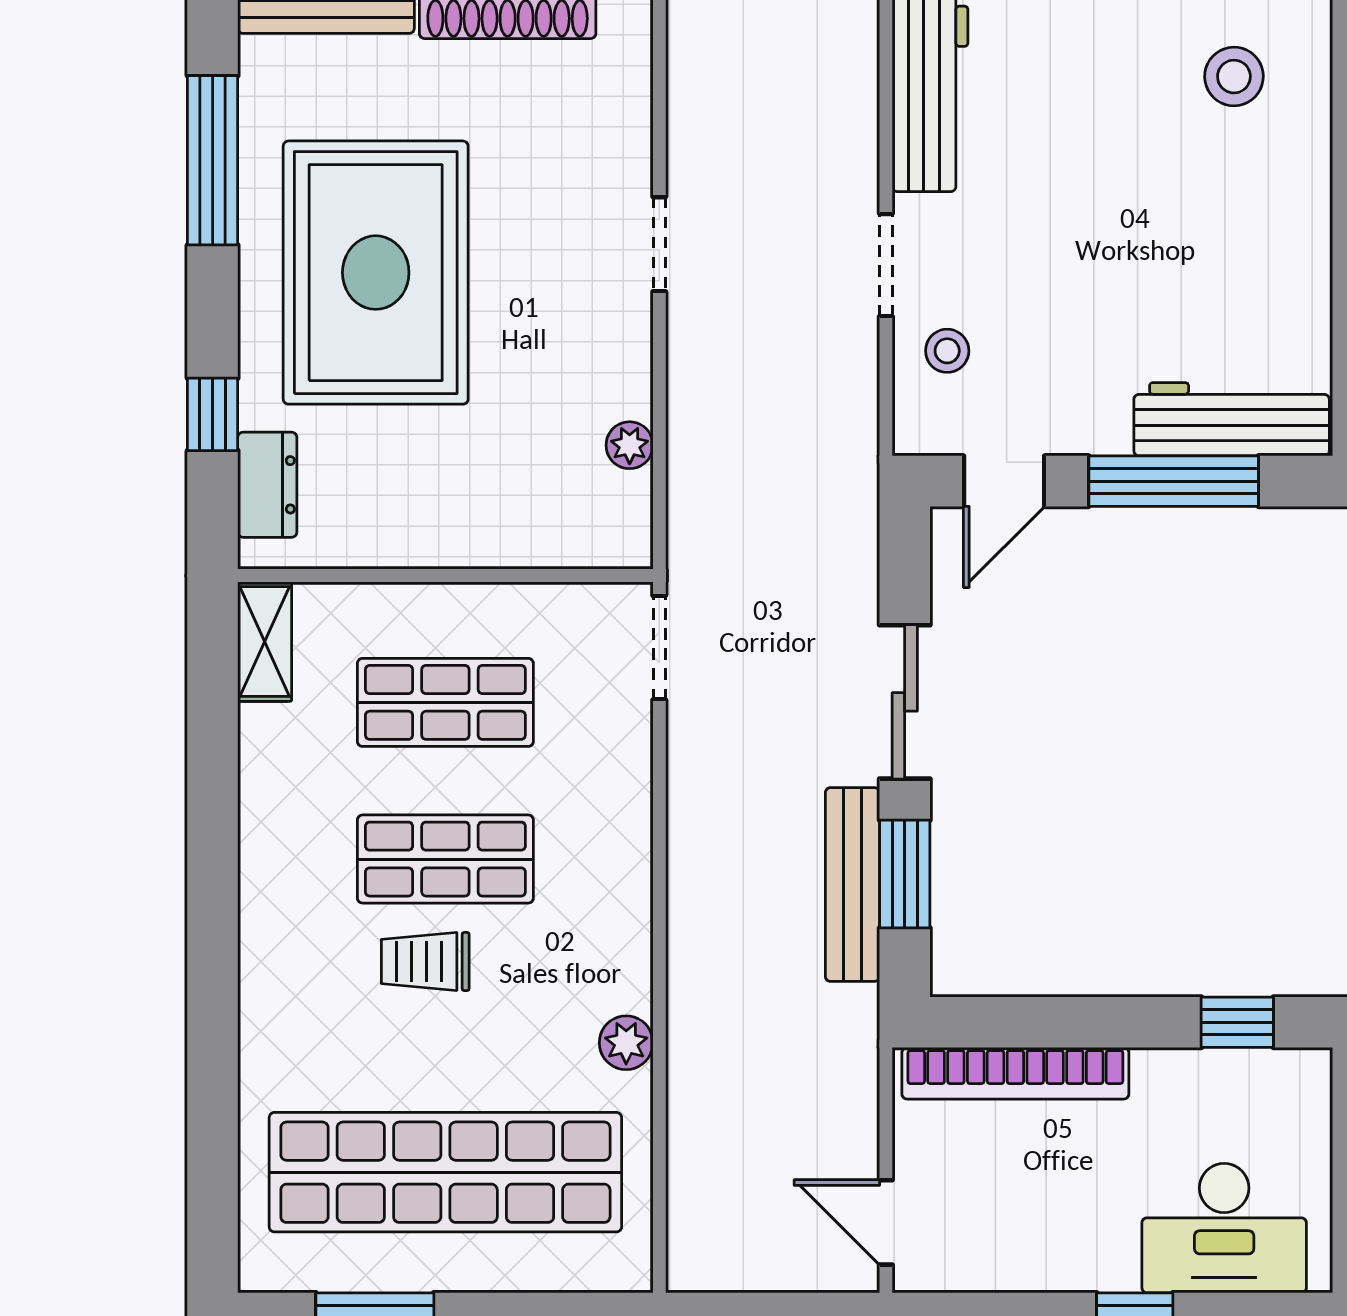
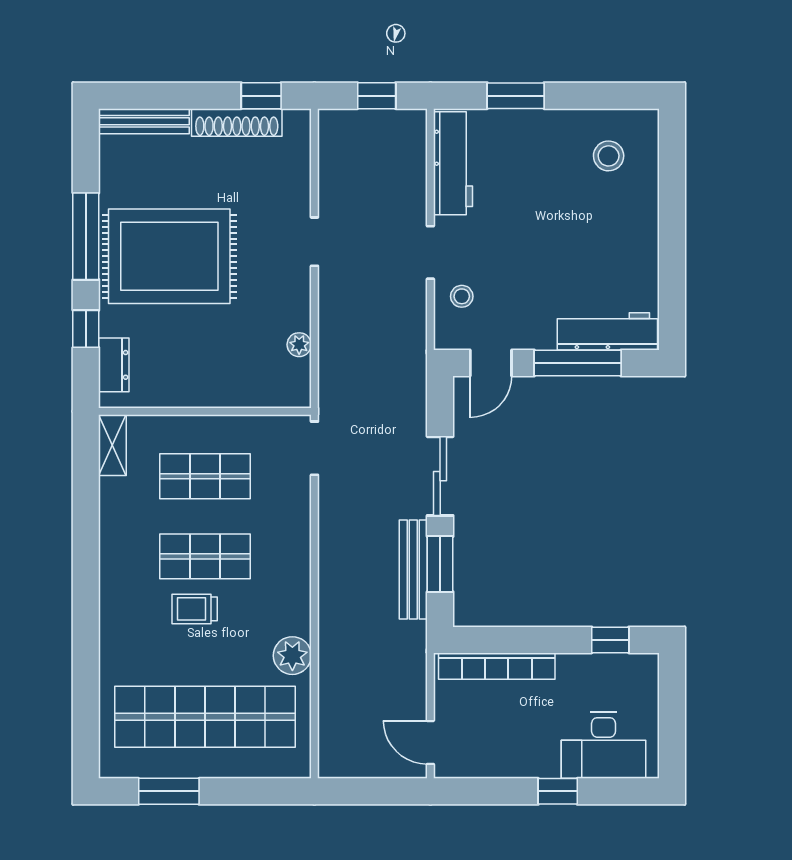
window: (213, 160) -> (86, 236), moved
rug: (376, 273) -> (169, 256), turned 90
plant: (626, 1043) -> (292, 656), width x1.38, depth x1.38

